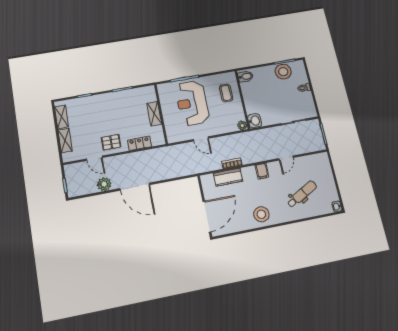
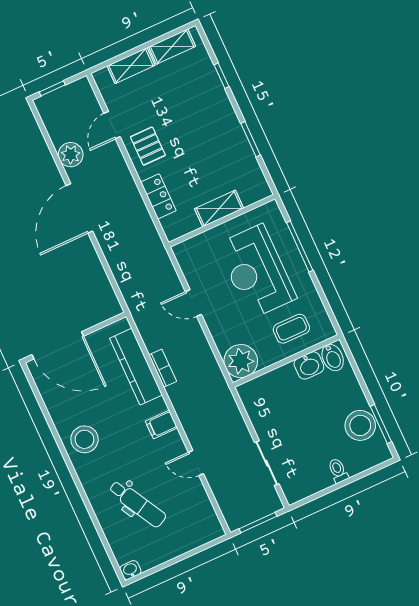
reception desk: (192, 103) -> (256, 271), turned -90
washbasin: (254, 121) -> (309, 365), moved
plant: (242, 125) -> (241, 361), width x1.87, depth x1.87
door: (201, 139) -> (193, 303), hinge flipped
kitchen counter: (228, 177) -> (136, 367), width x1.50

